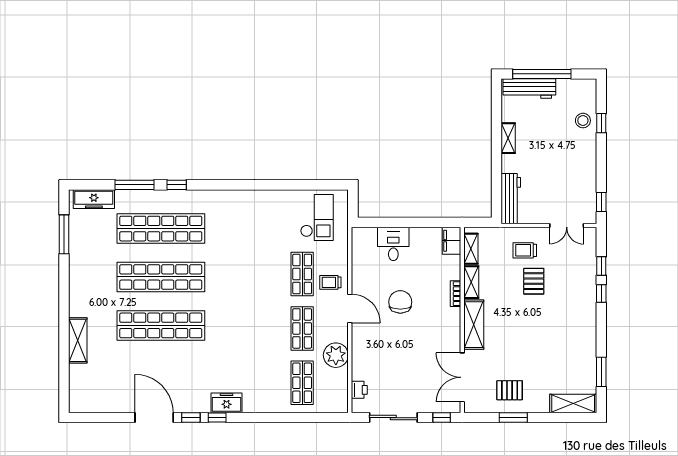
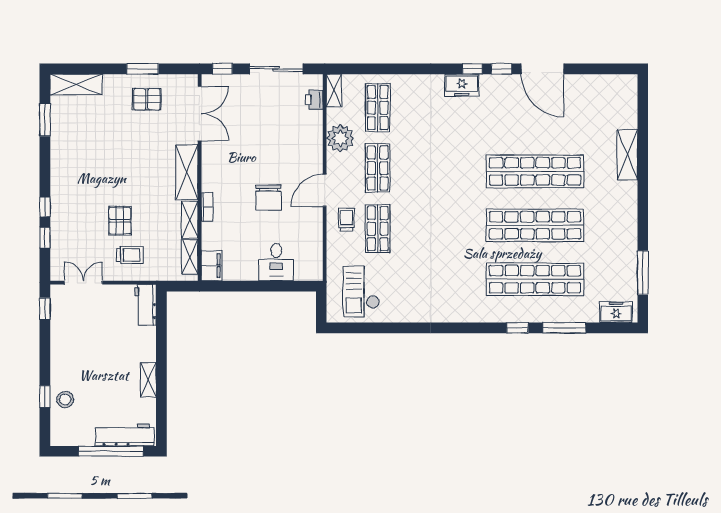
freezer: (94, 199) -> (616, 312), width x0.71
workbench: (511, 199) -> (146, 305), width x0.73
trolley: (330, 282) -> (346, 219), turned -90
door: (350, 308) -> (325, 190), hinge flipped
shelving: (342, 398) -> (334, 91), added

